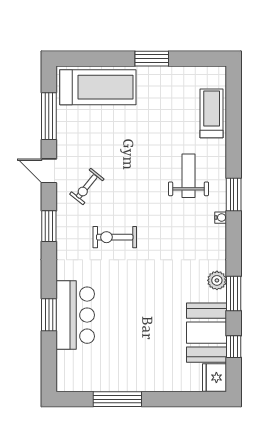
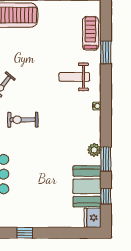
weight bench: (188, 176) -> (74, 77), turned -90
window: (234, 194) -> (106, 52), moved
window: (117, 399) -> (25, 233), width x0.46

